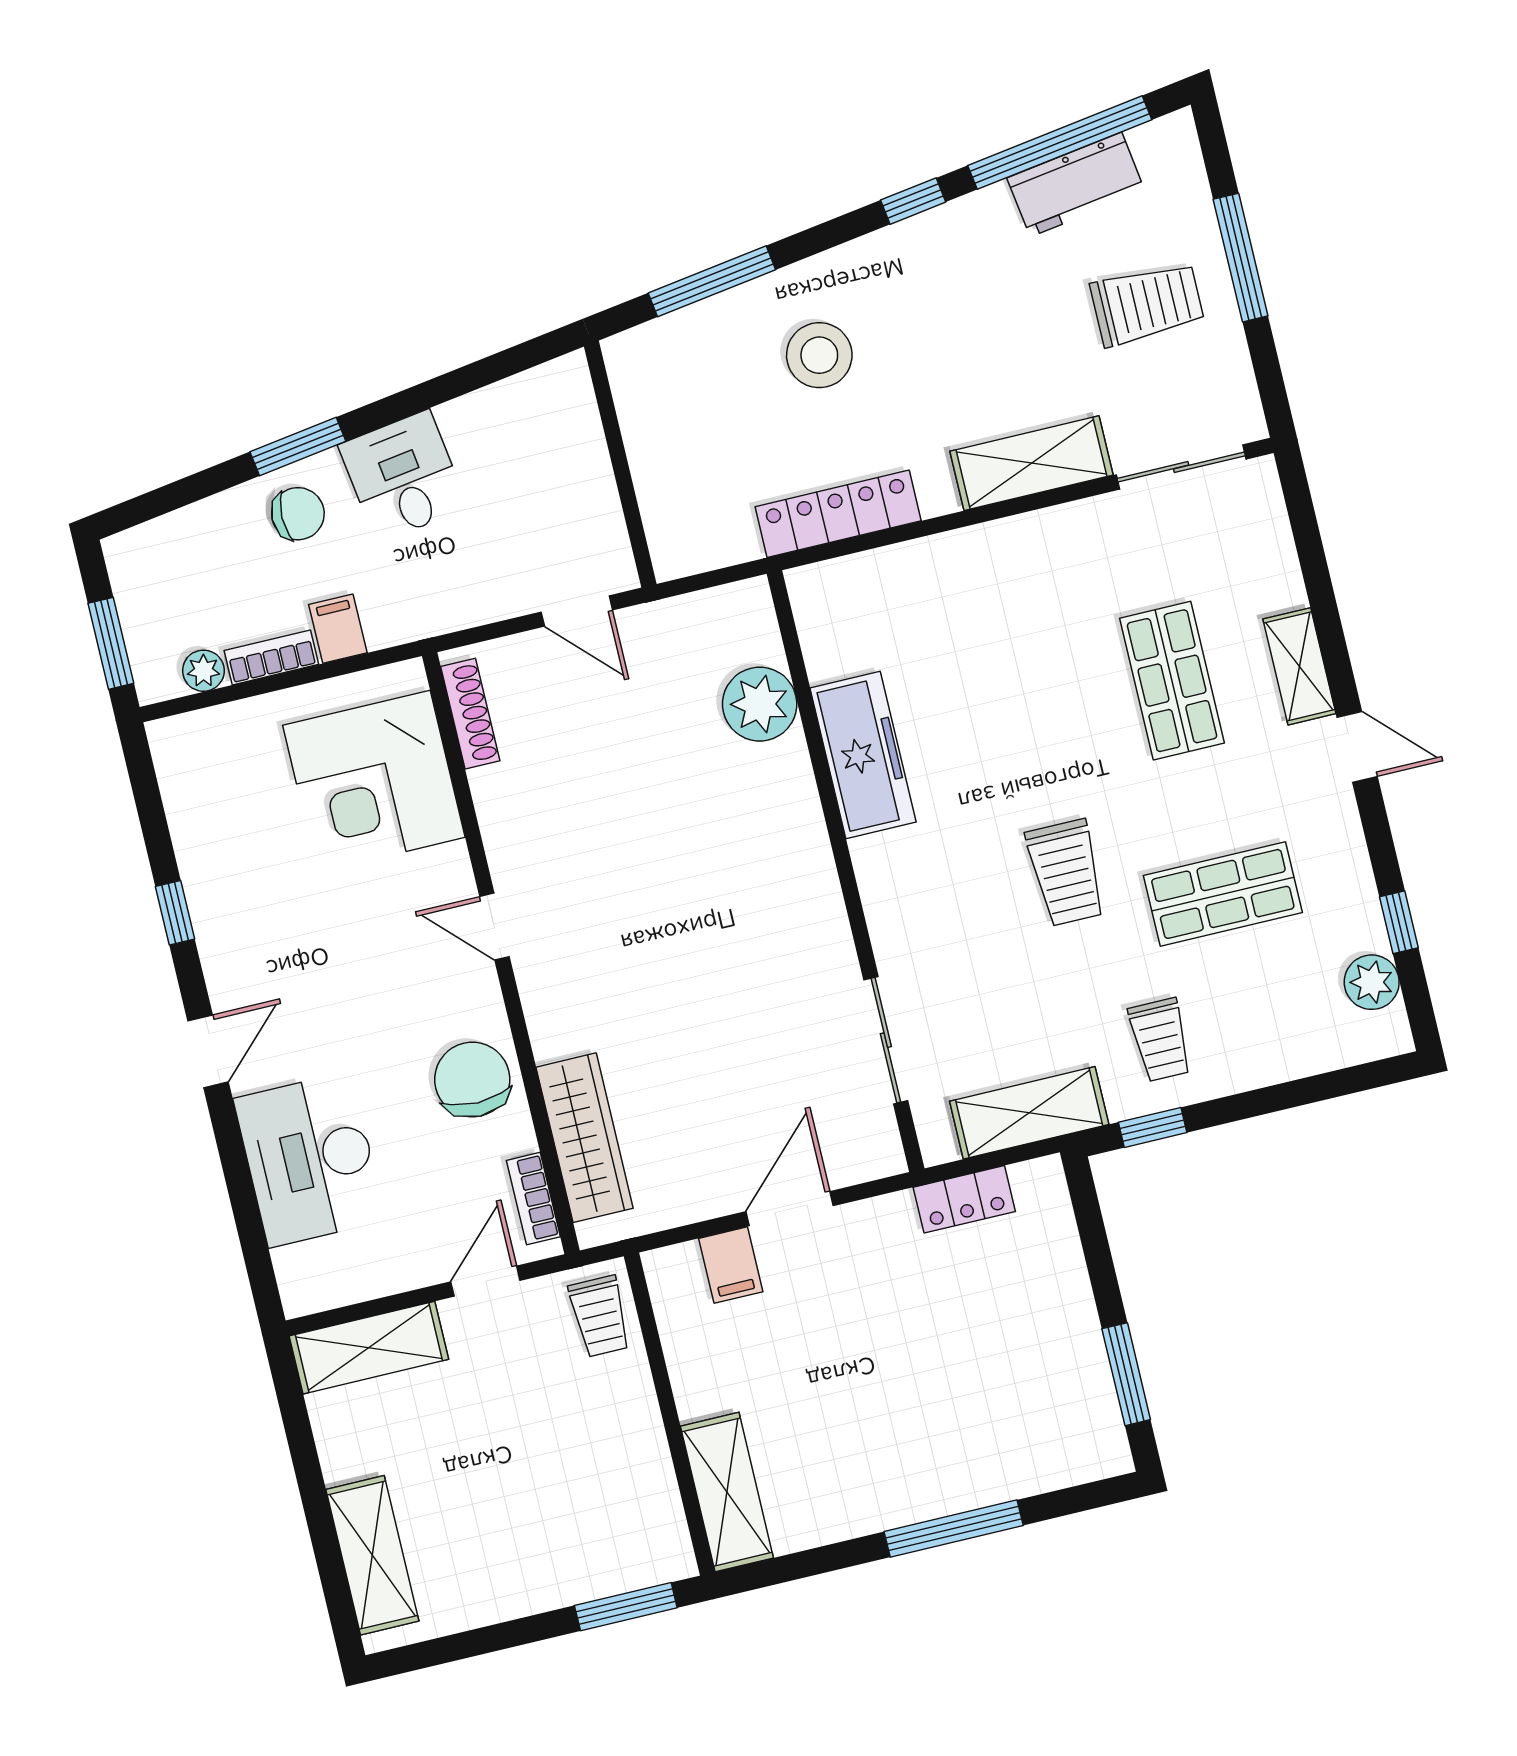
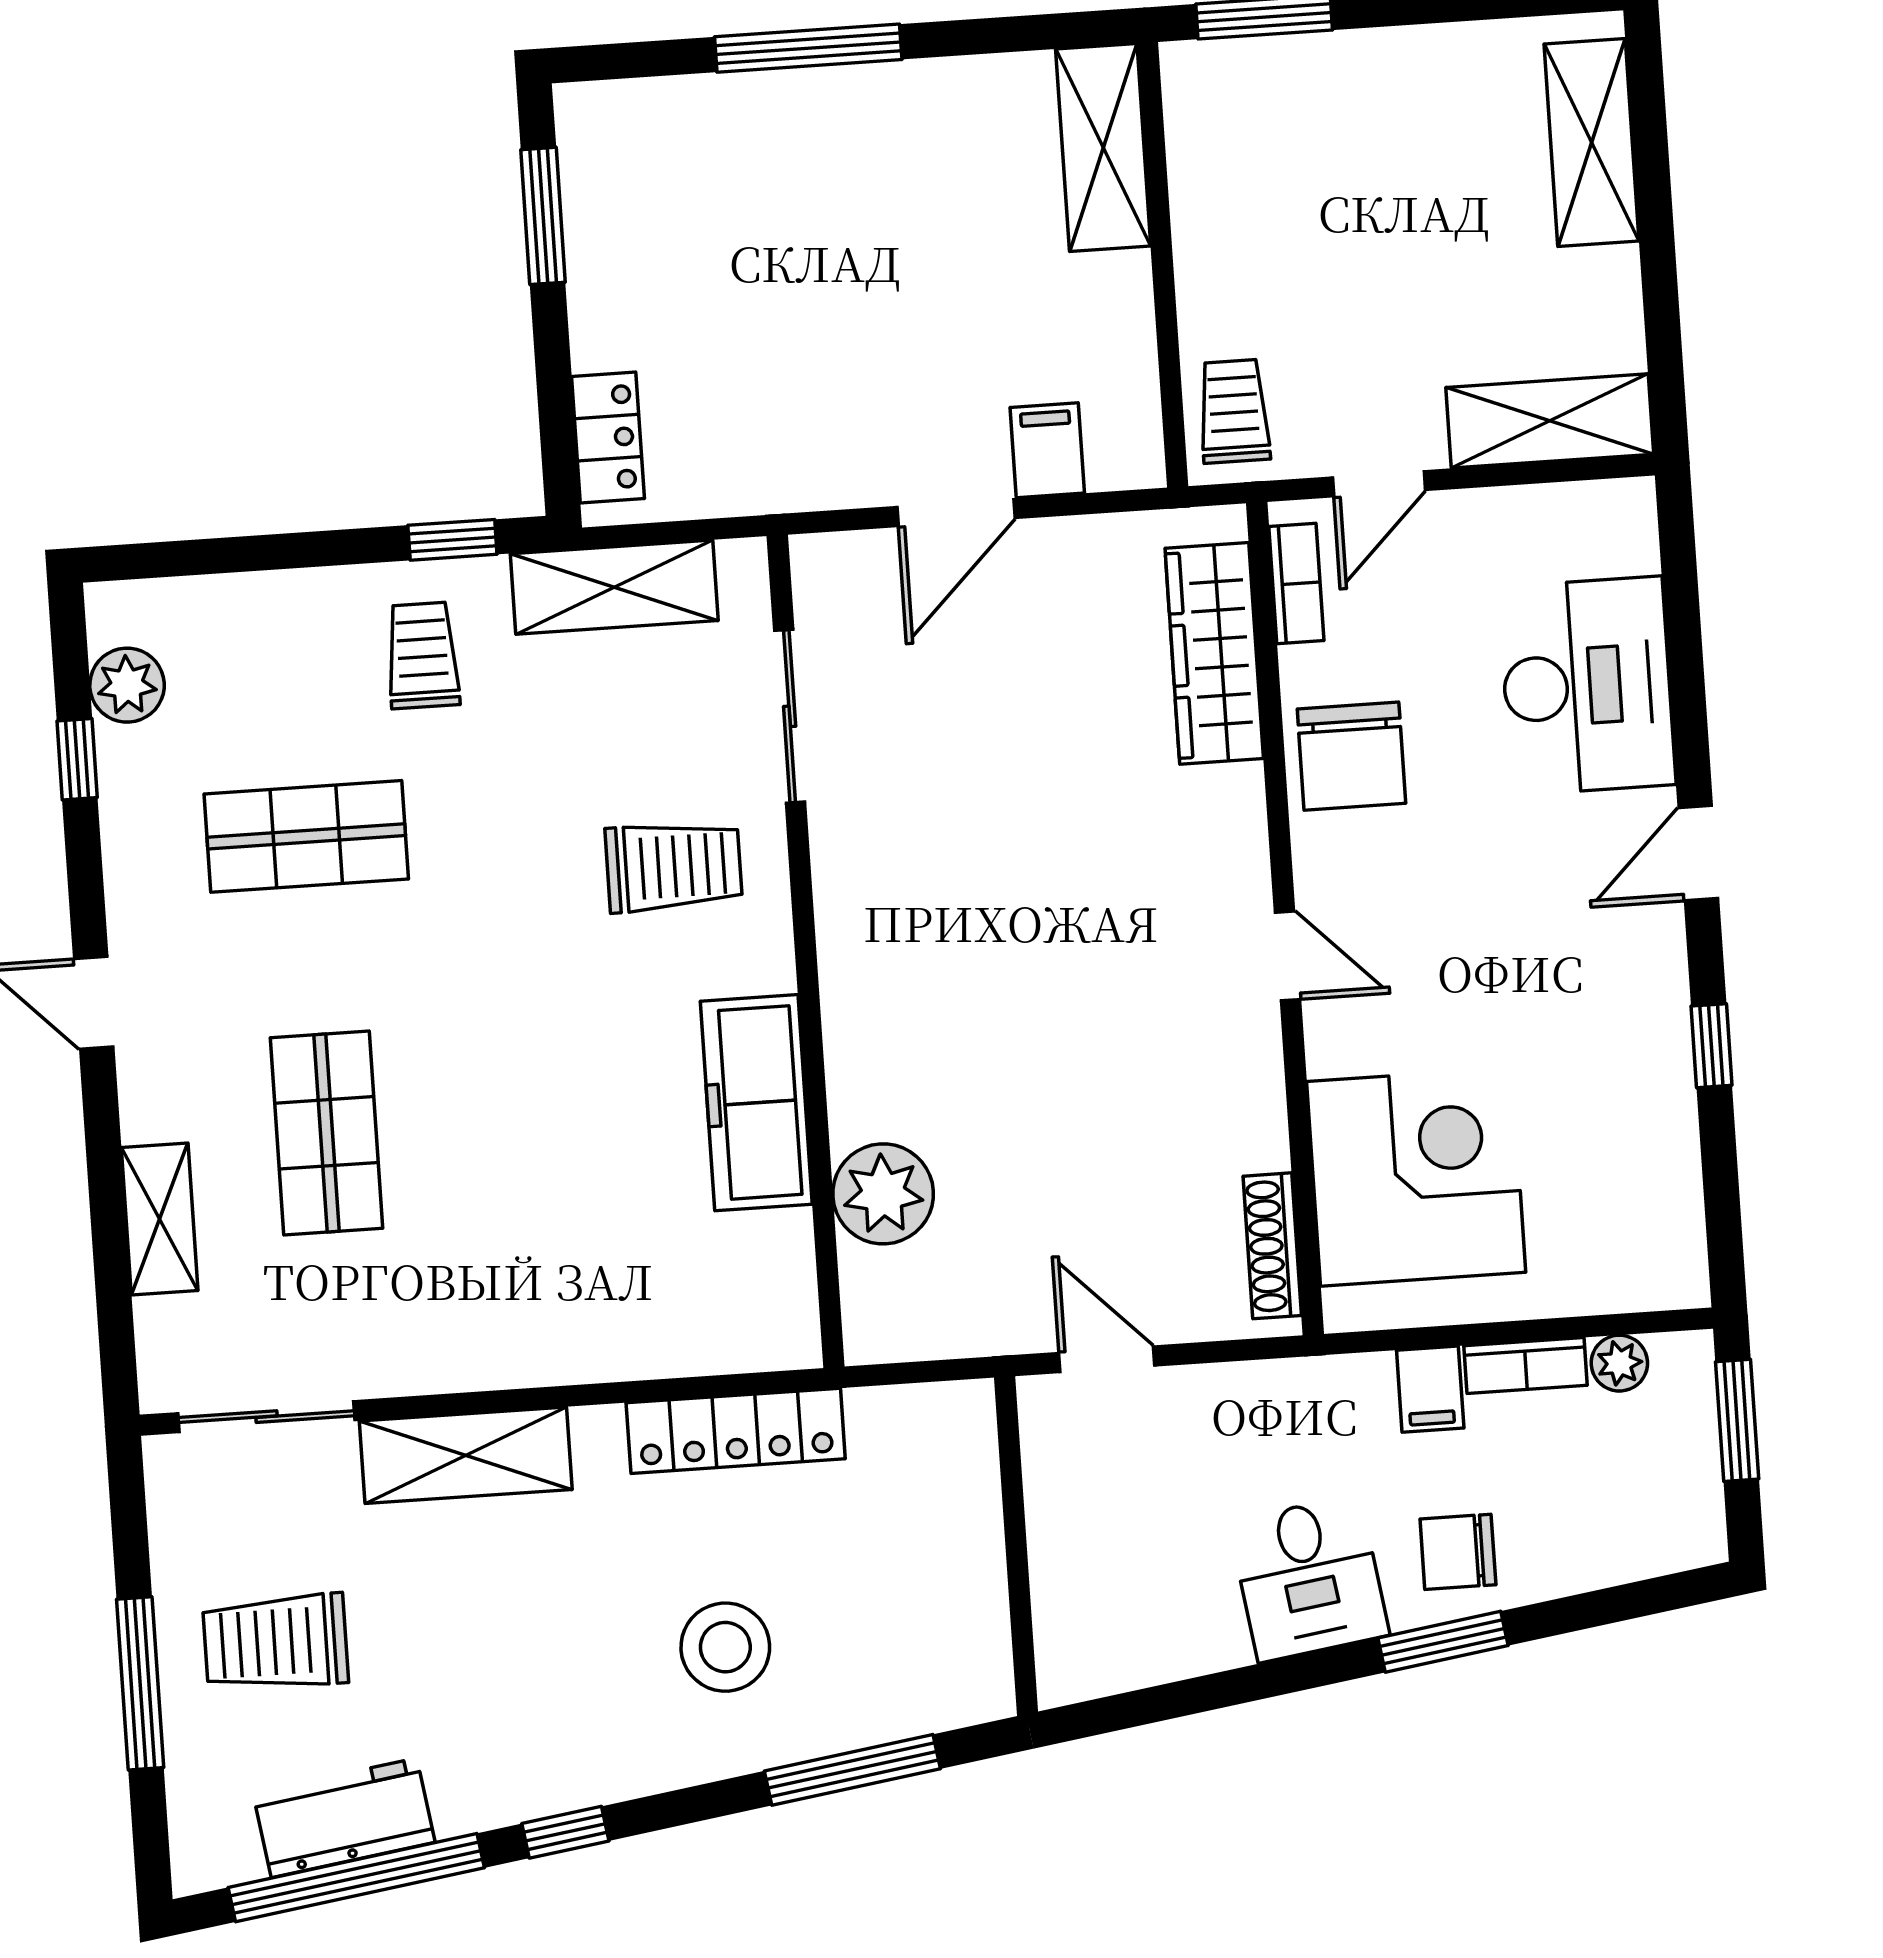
shelving: (1299, 666) -> (160, 1219), moved
trolley: (1066, 873) -> (674, 866), moved, turned 90
locker: (964, 1199) -> (608, 437), moved, turned 90

